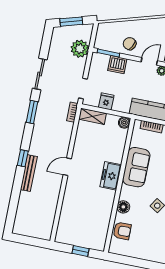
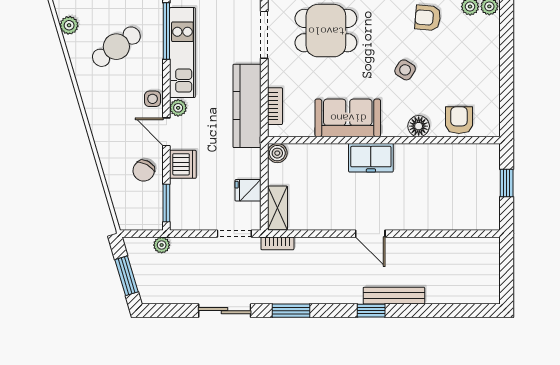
plant: (80, 49) -> (162, 245), width x0.53, depth x0.53
dishwasher: (117, 65) -> (183, 164), moved

